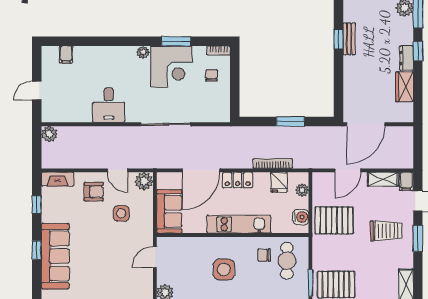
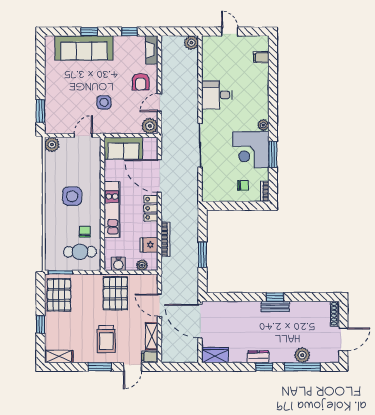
wardrobe: (404, 87) -> (215, 355), moved
side table: (121, 213) -> (104, 102), moved
door: (155, 257) -> (83, 136), hinge flipped

